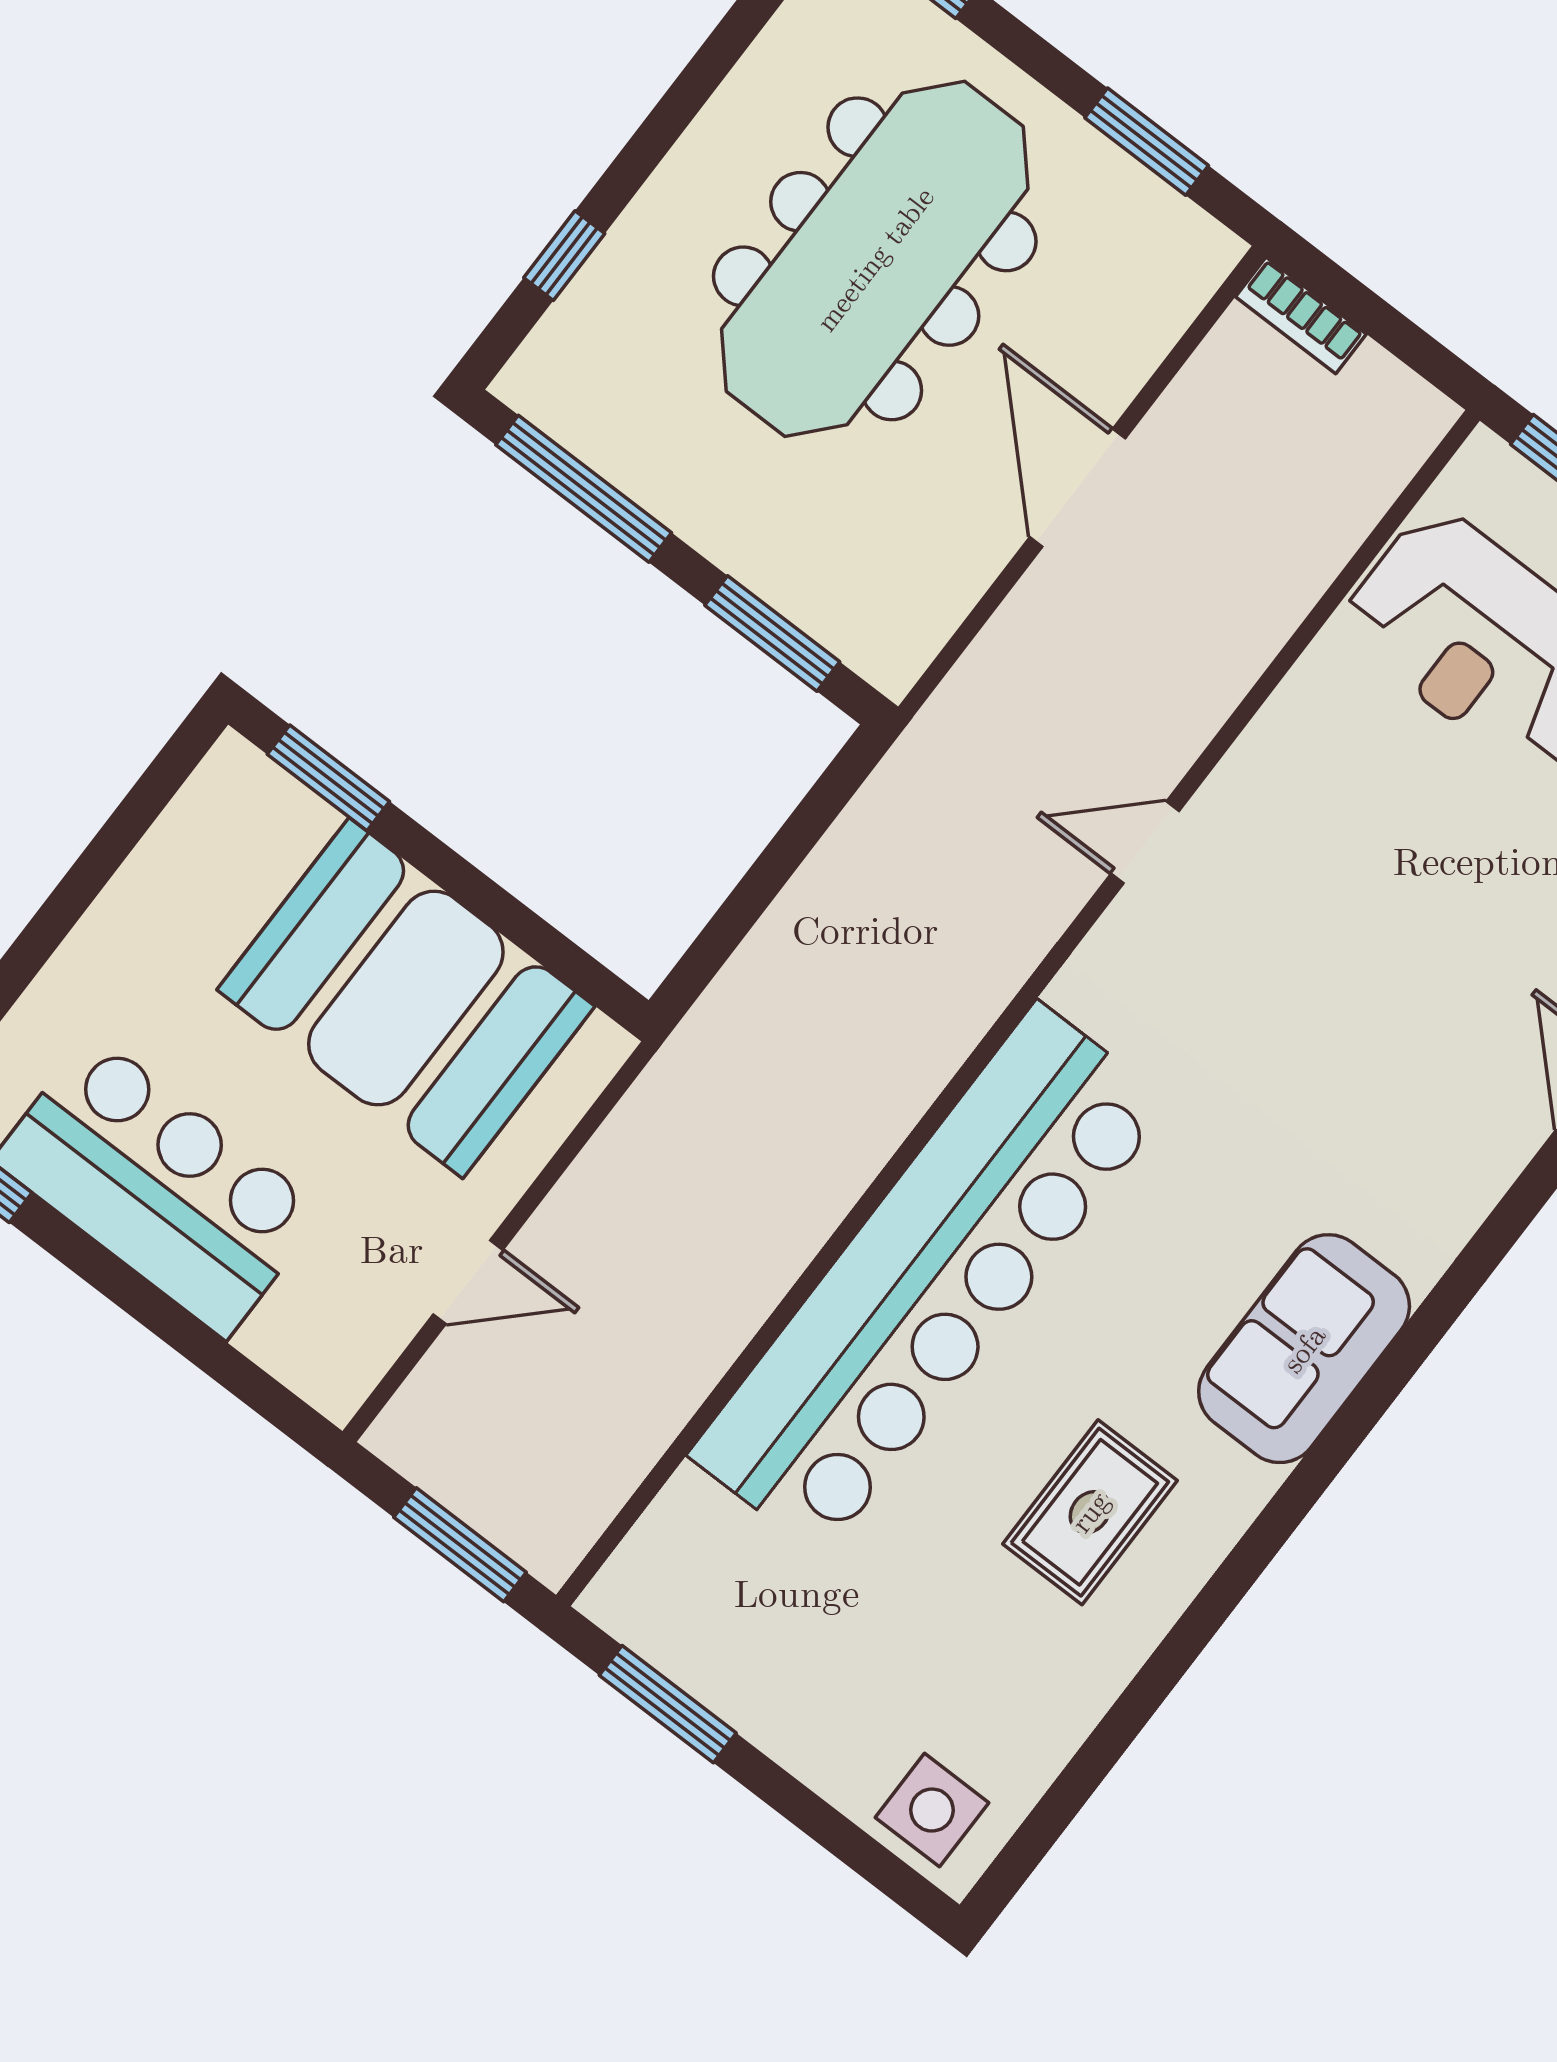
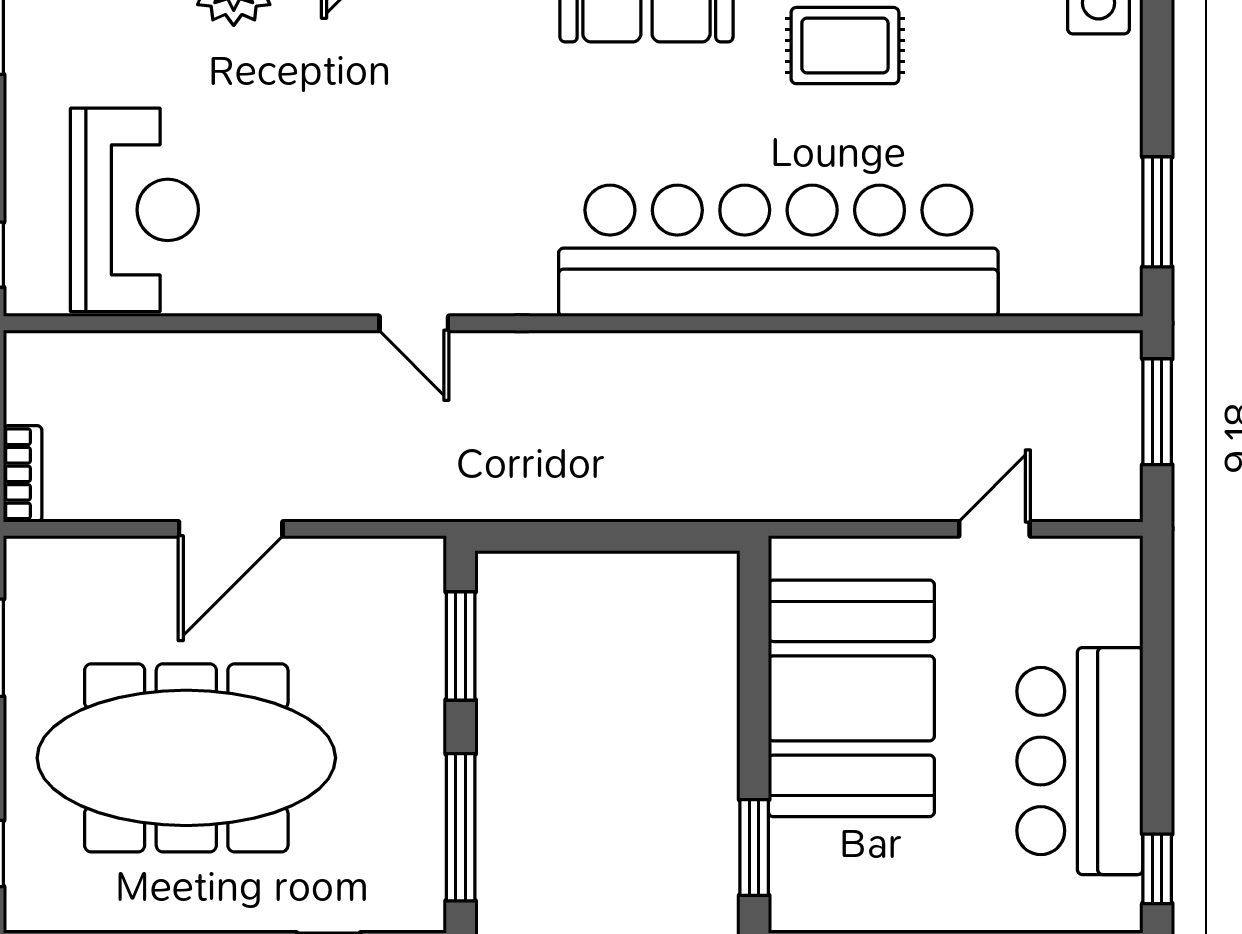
door: (468, 1282) -> (994, 529), hinge flipped

